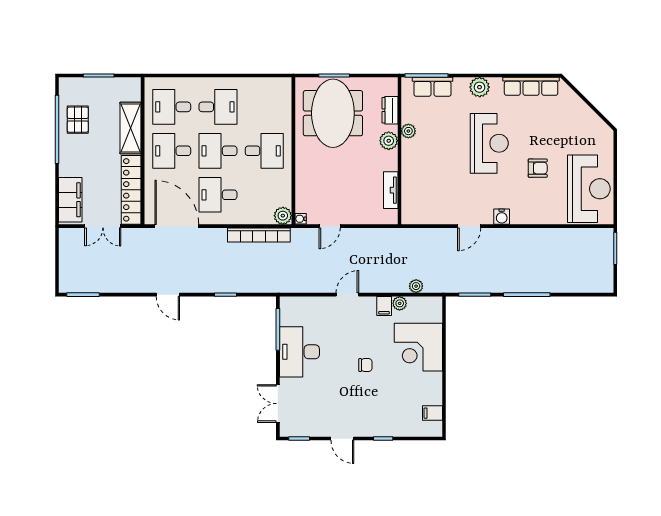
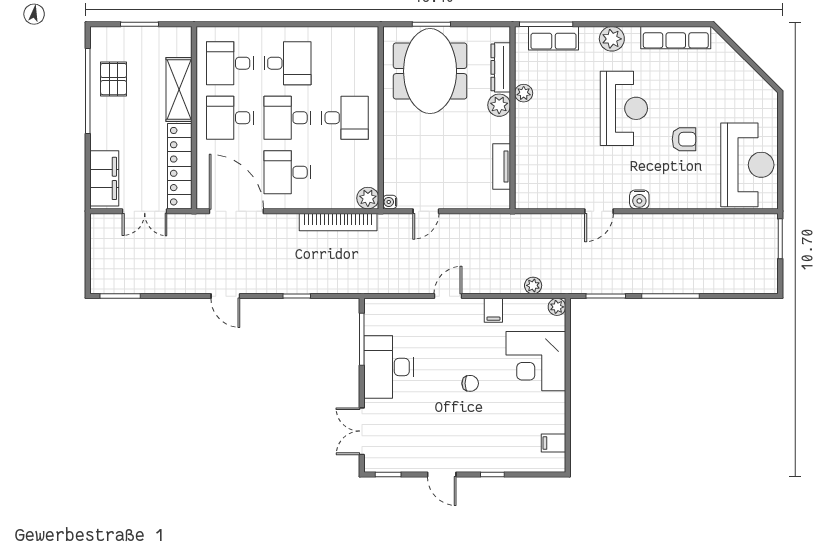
dresser: (390, 110) -> (501, 67), width x1.44
plant: (400, 303) -> (557, 307), moved

